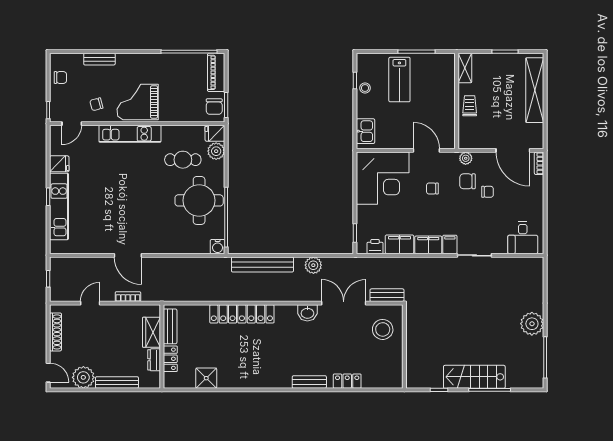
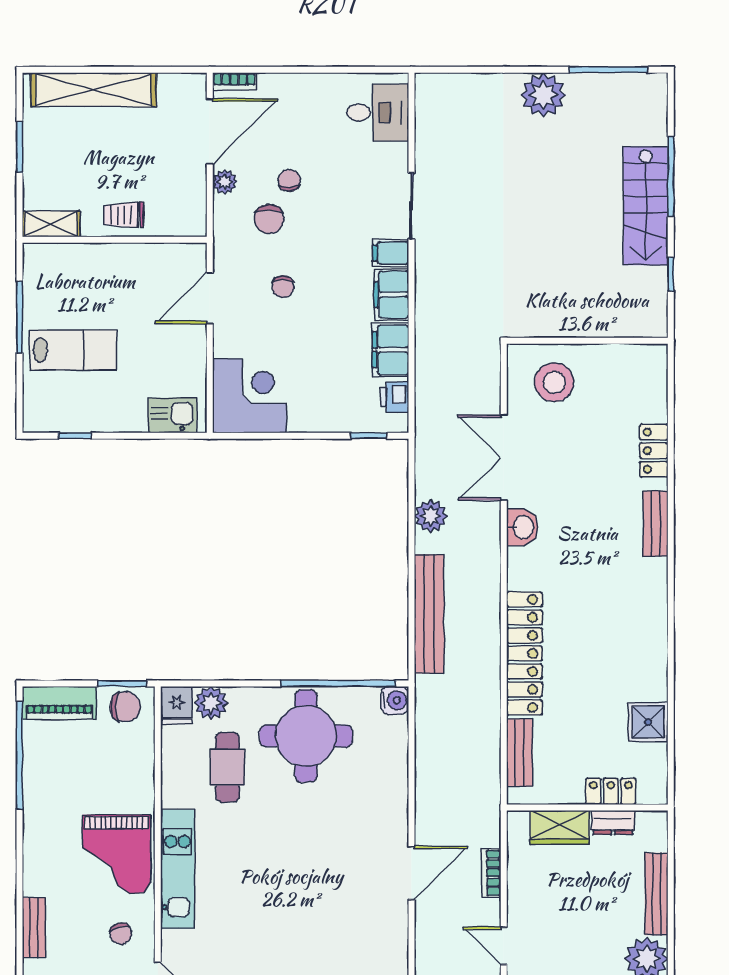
stool: (365, 88) -> (89, 416), removed
plant: (466, 158) -> (225, 182), moved
corner desk: (383, 178) -> (250, 396), width x0.74, depth x0.74
bench: (387, 295) -> (488, 374), removed
bench: (170, 326) -> (519, 753), moved, turned 90

